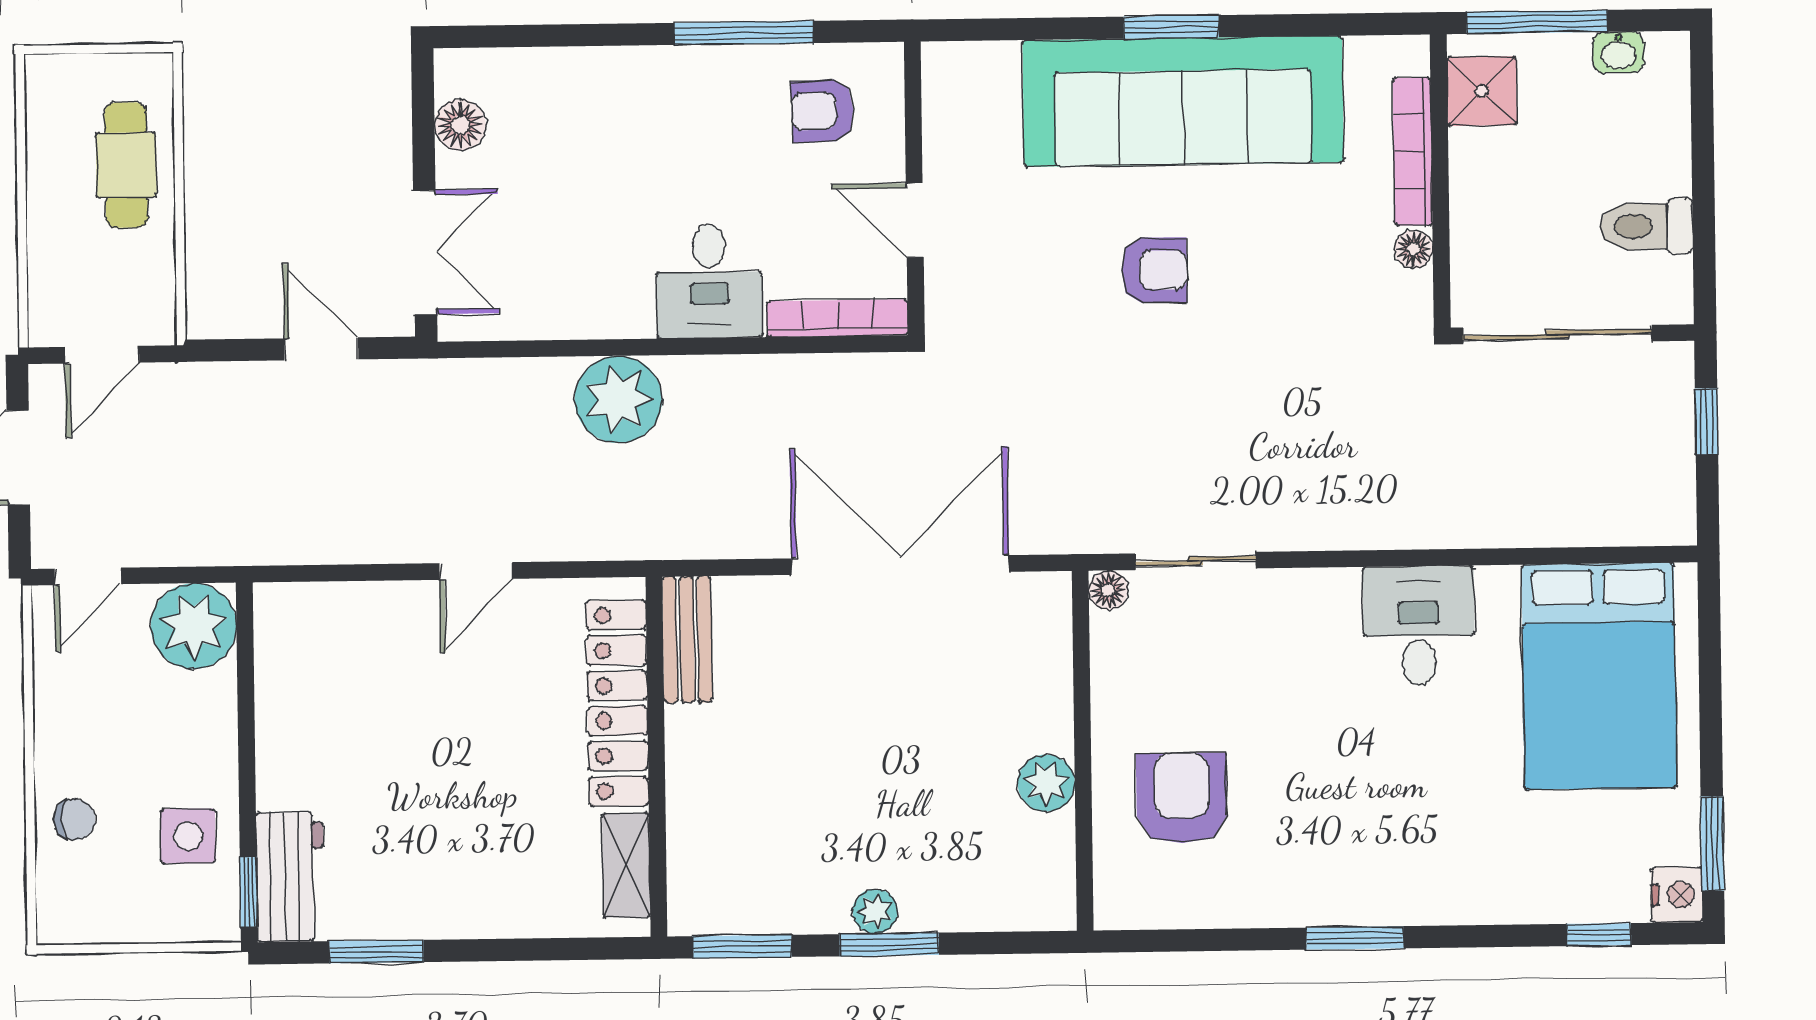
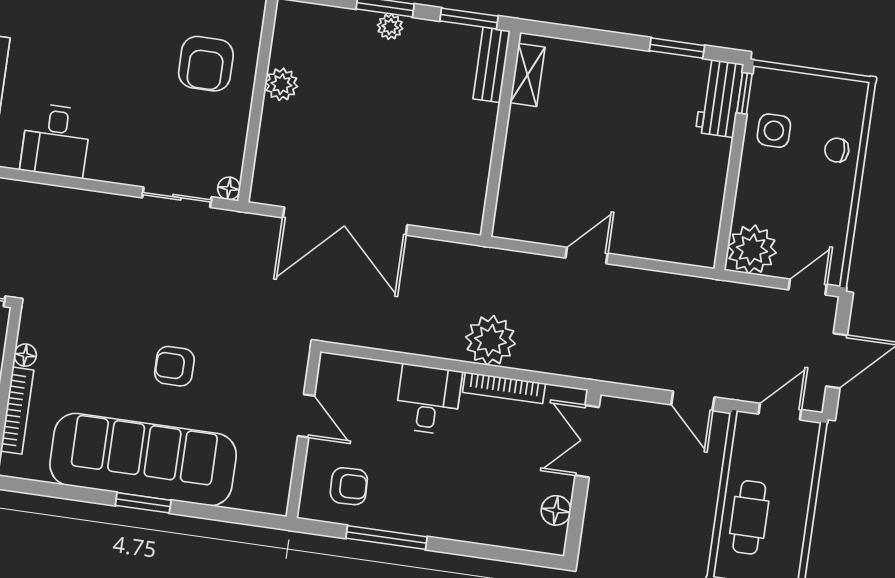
bookcase: (837, 318) -> (504, 388), moved
door: (321, 349) -> (693, 401), moved
bench: (687, 639) -> (492, 65), moved
locker: (617, 703) -> (518, 168), removed

